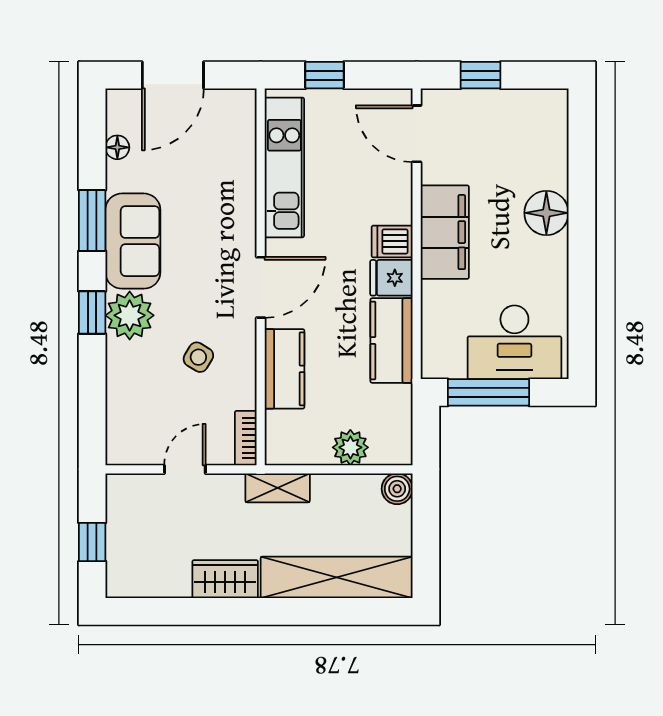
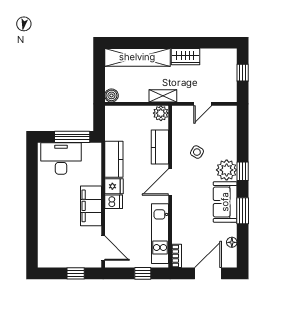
floor lamp: (546, 213) -> (47, 214), removed
bookcase: (246, 438) -> (177, 256), moved
plant: (350, 447) -> (161, 113), moved

